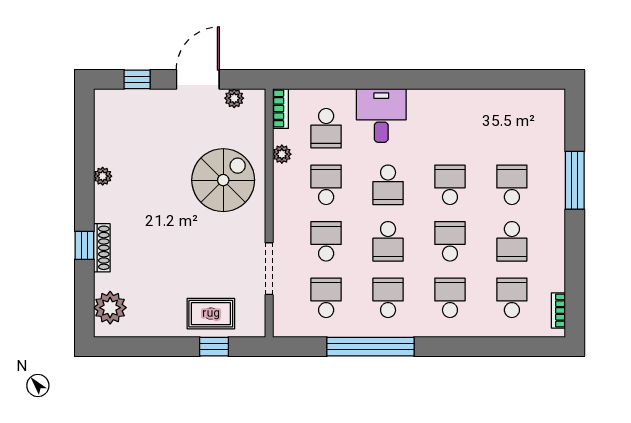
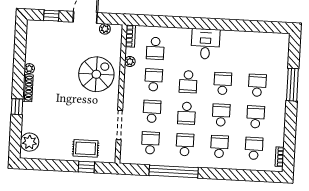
desk: (381, 116) -> (205, 44), moved
school desk: (512, 241) -> (256, 117), turned 180
shoe rack: (102, 248) -> (28, 88), moved

